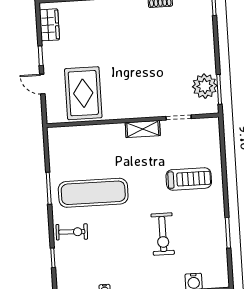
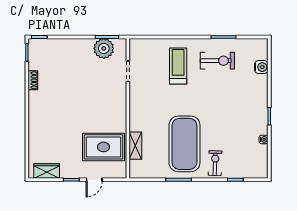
shelving: (143, 129) -> (135, 146), moved
exercise mat: (93, 193) -> (184, 144), width x1.47
exercise bike: (163, 234) -> (217, 61), moved

